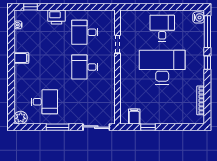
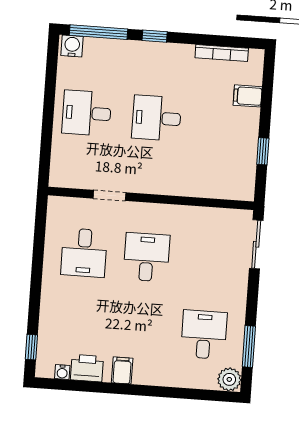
printer: (57, 17) -> (87, 368), moved, turned -90
desk: (85, 67) -> (147, 257), turned 180
desk: (162, 67) -> (157, 118), width x0.53, depth x0.77
filing cabinet: (134, 117) -> (248, 96), moved
window: (57, 127) -> (249, 347), moved

